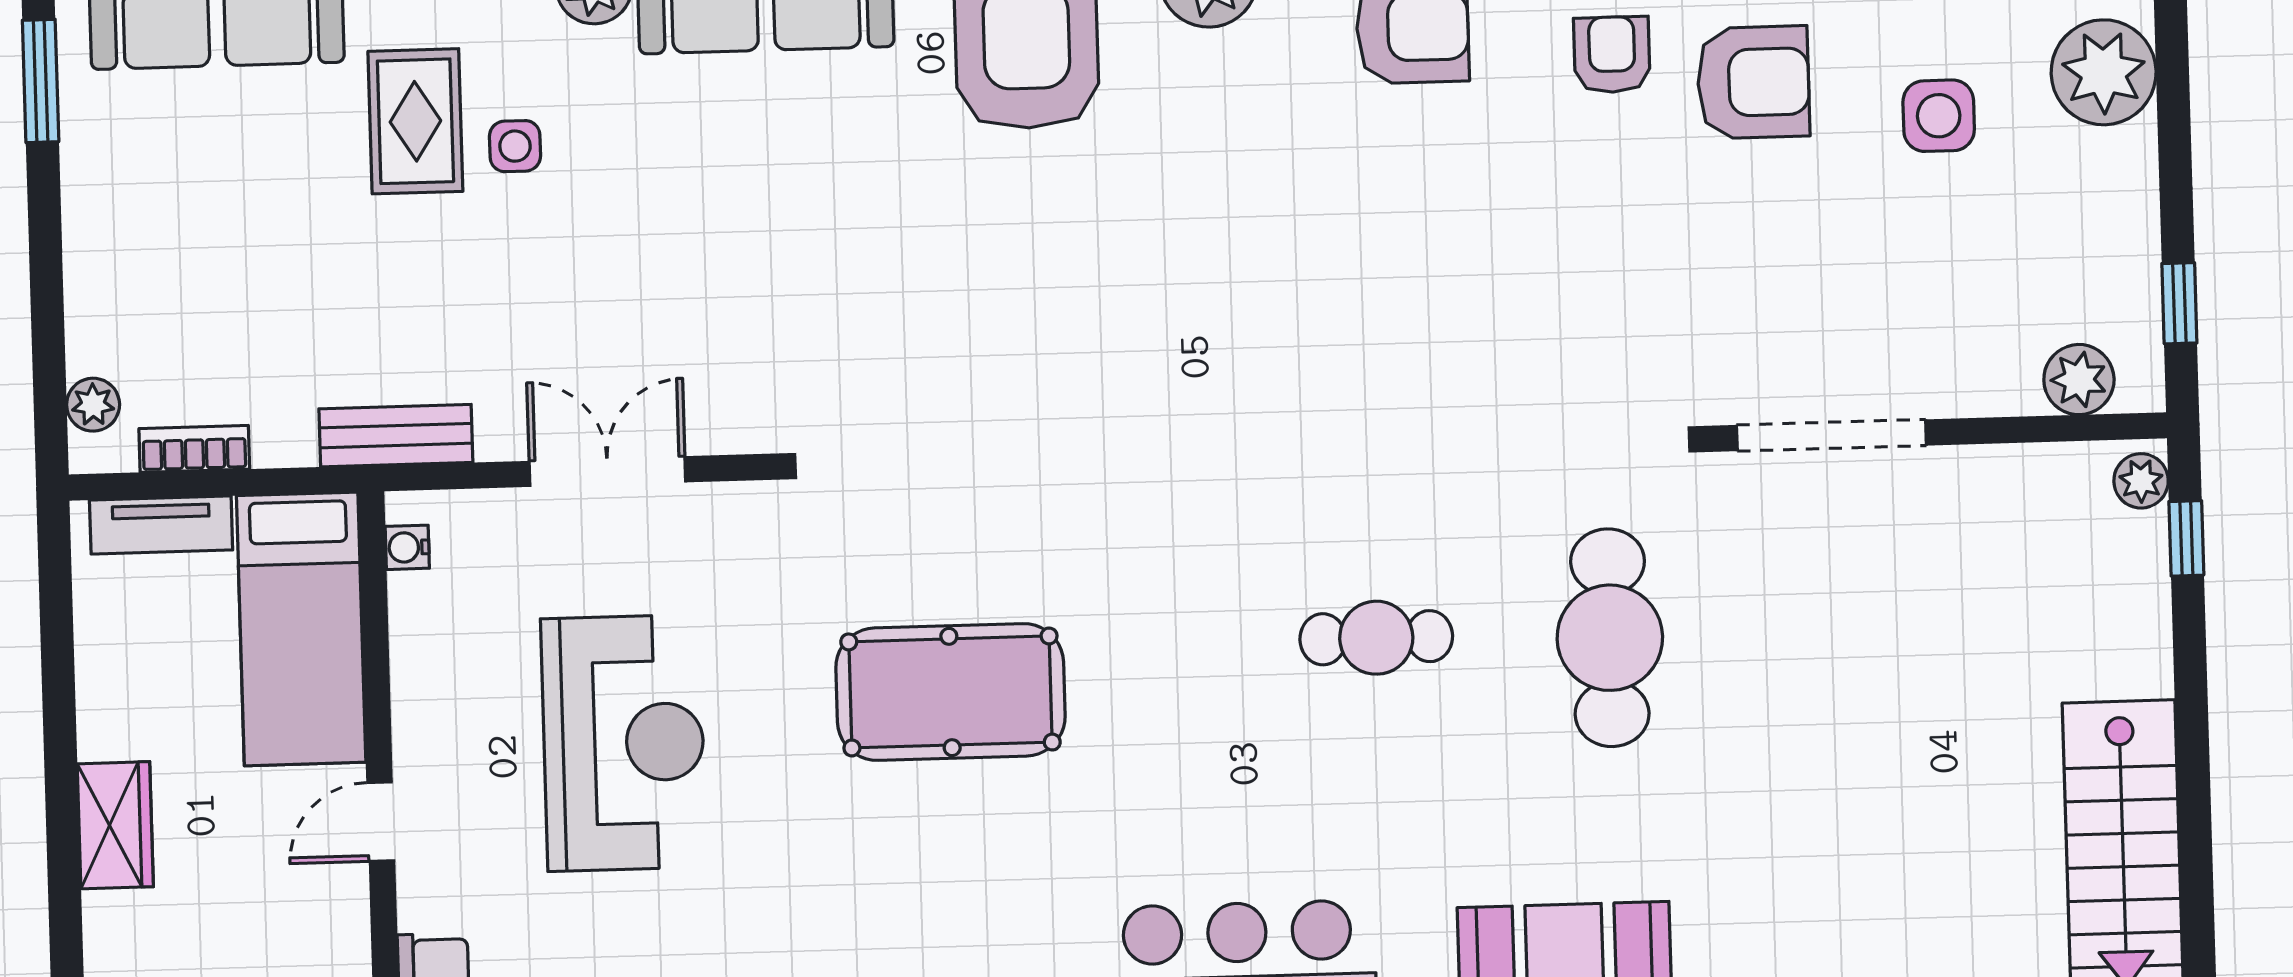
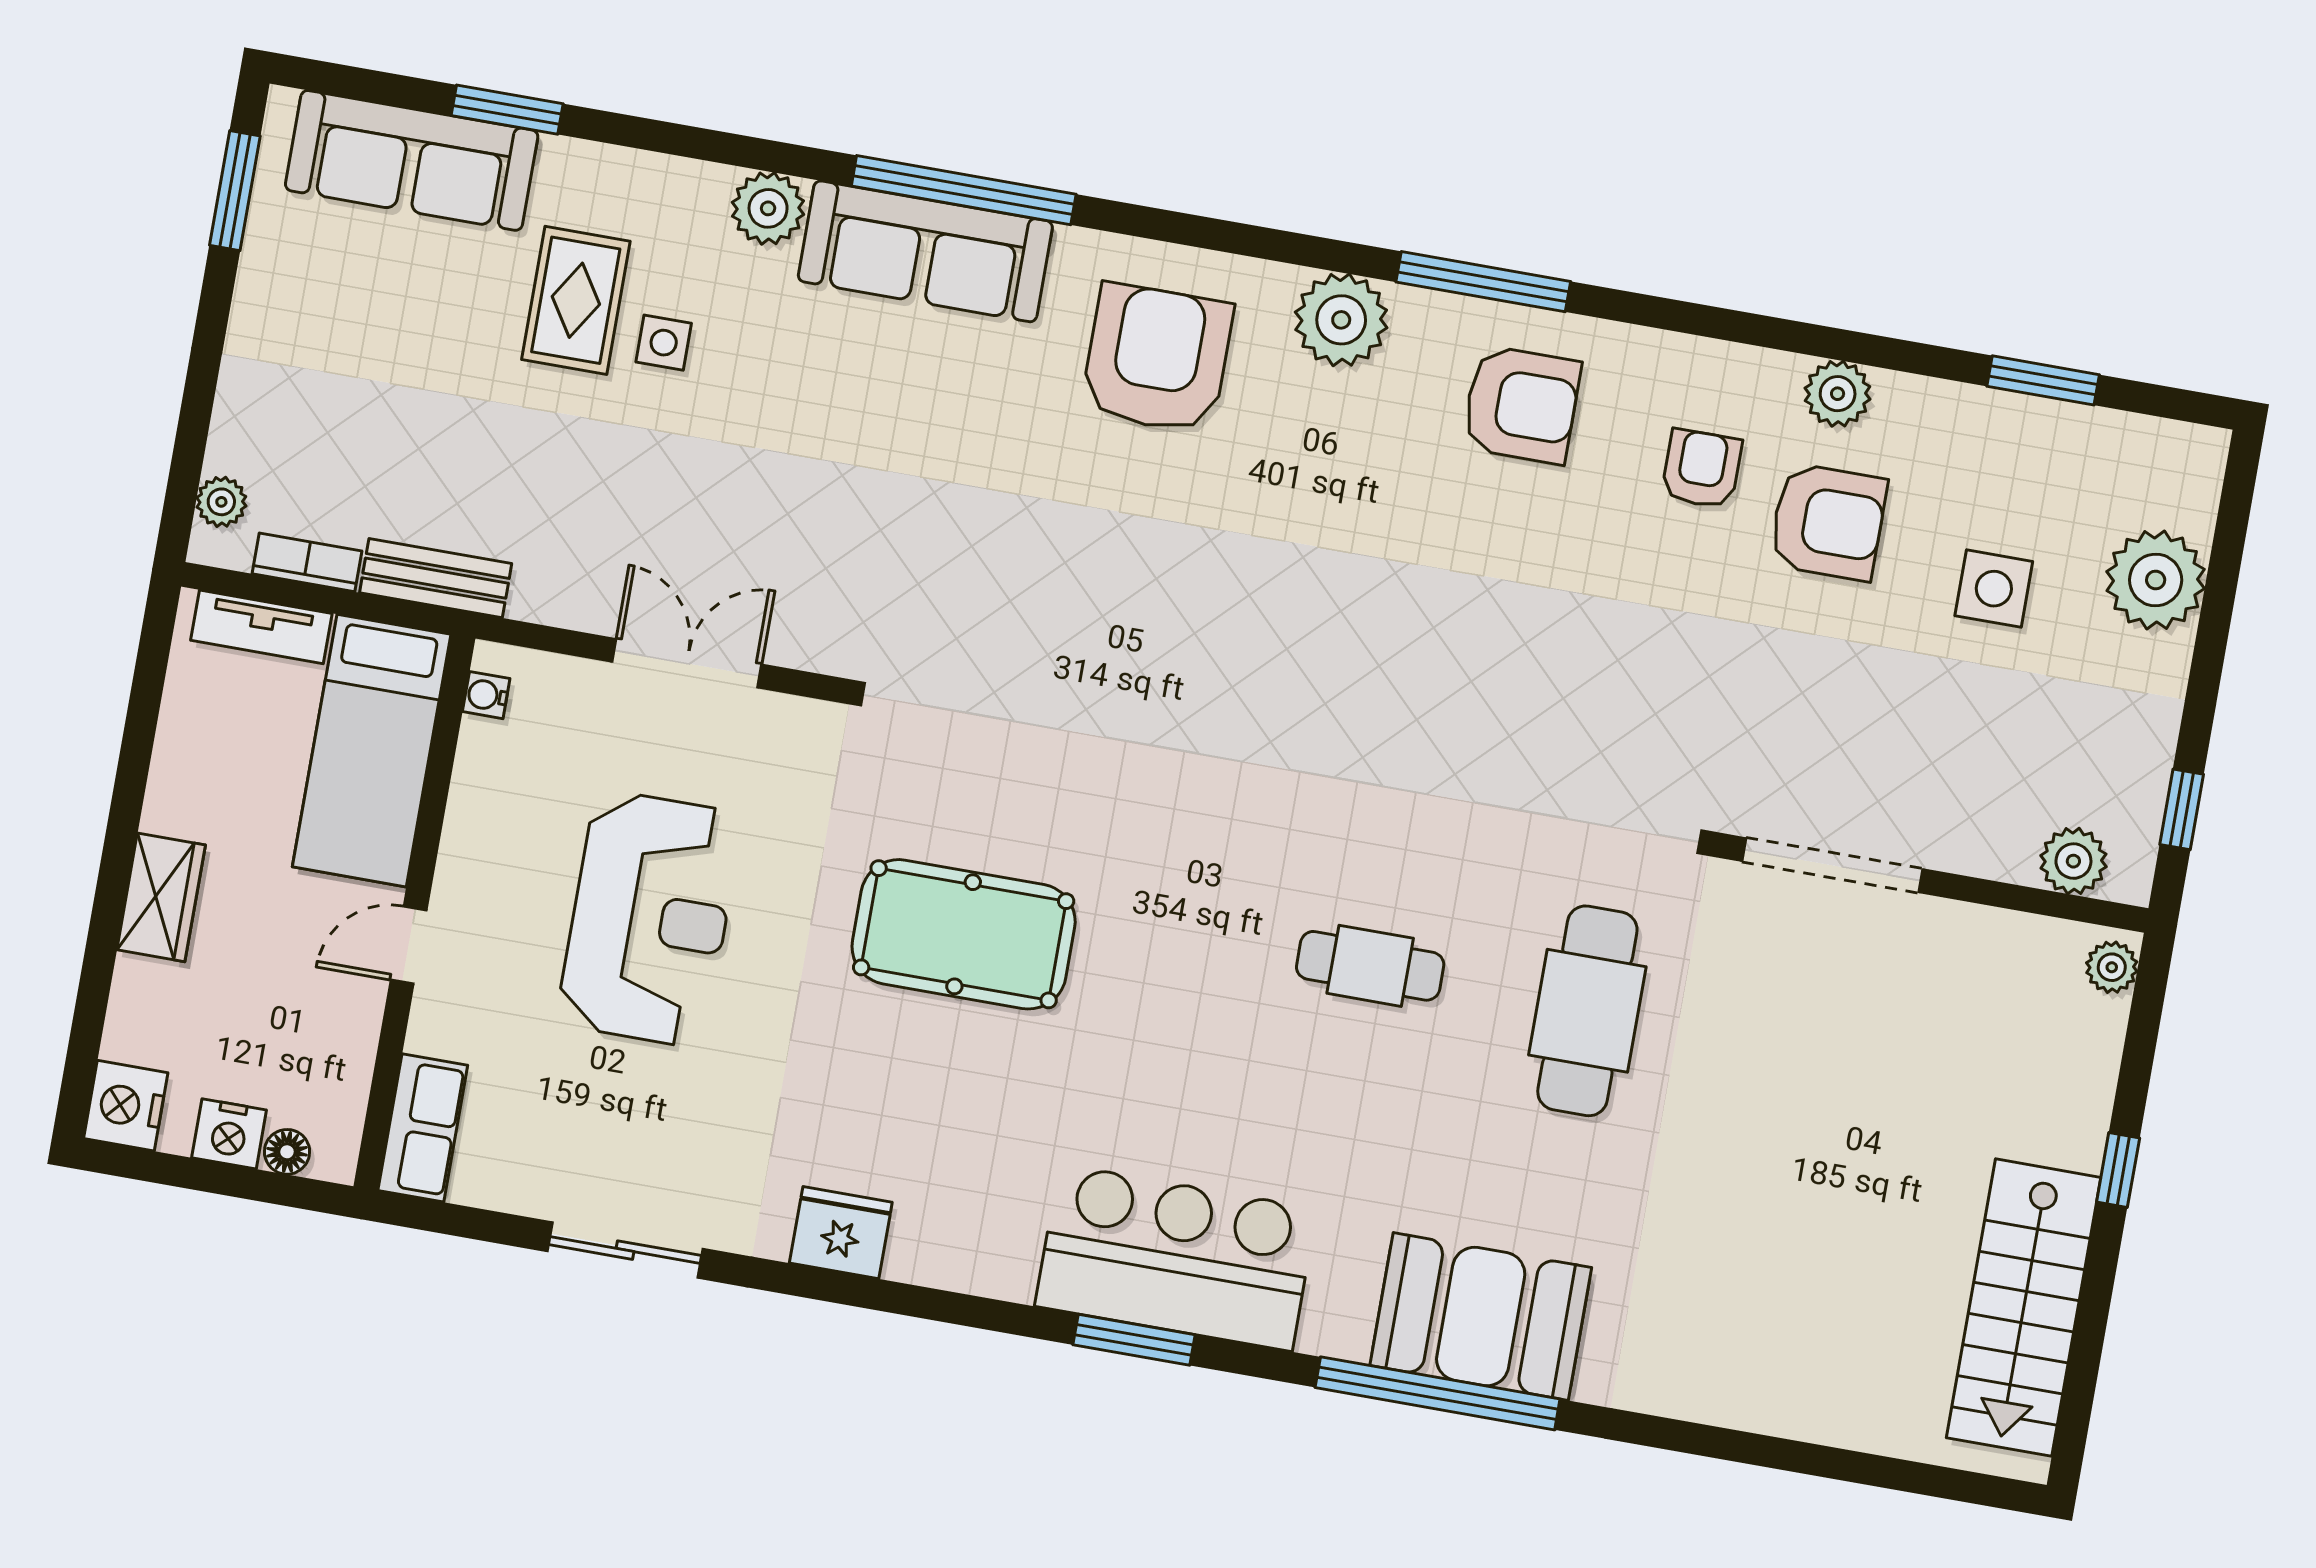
bench: (396, 436) -> (436, 578), moved
window: (2186, 538) -> (2118, 1170), moved

